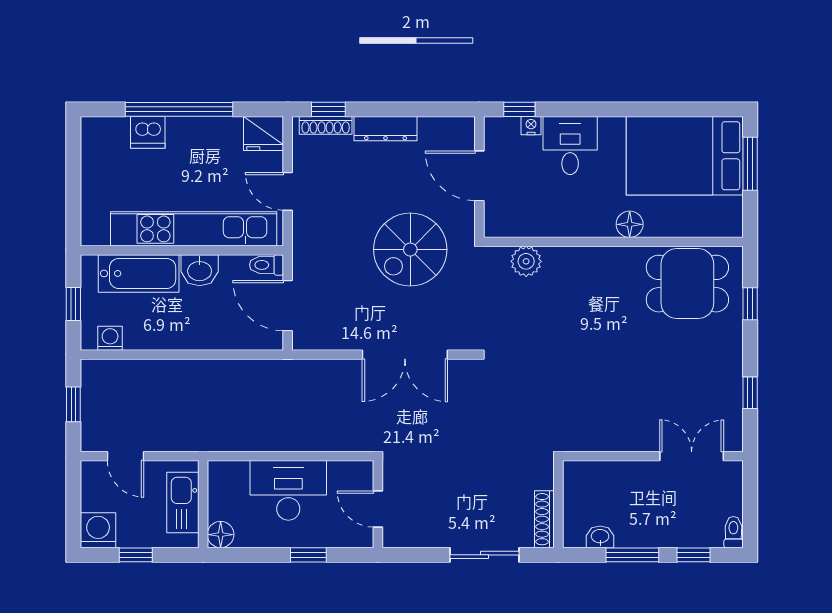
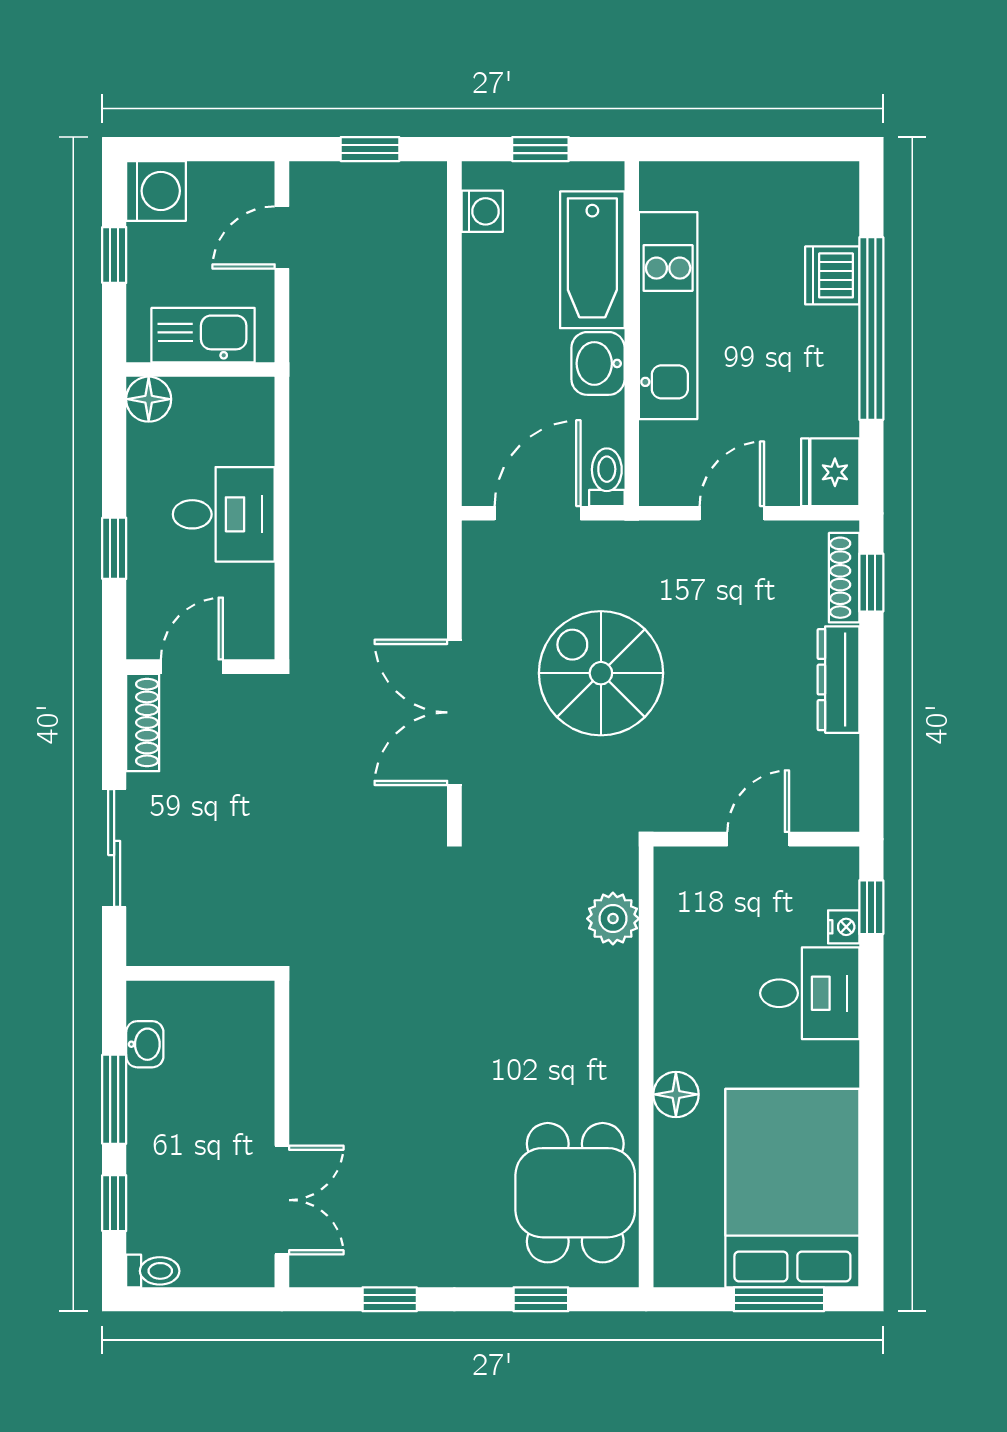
door: (479, 176) -> (758, 839), width x0.73
kitchen unit: (194, 229) -> (668, 316), width x0.73
spiral stairs: (410, 250) -> (601, 673), moved
desk: (288, 490) -> (224, 514), width x0.73
shoe rack: (544, 519) -> (143, 722), moved, turned 90

